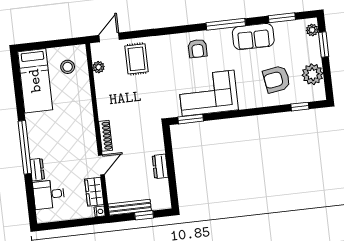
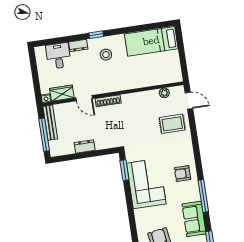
stool: (68, 67) -> (106, 55), moved
window: (25, 147) -> (96, 35), width x0.32
window: (144, 215) -> (44, 135), width x2.17

